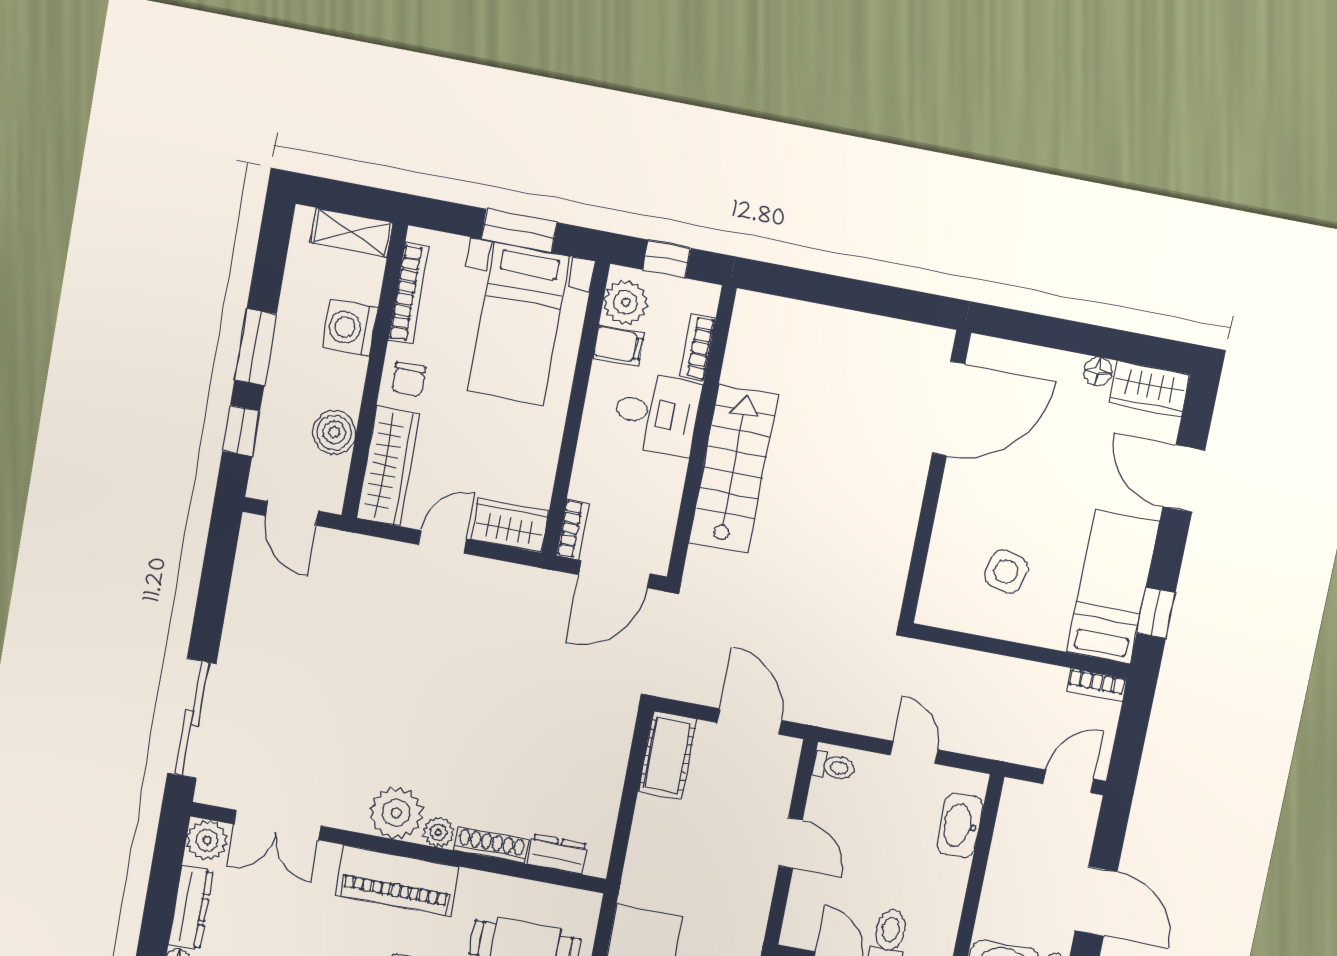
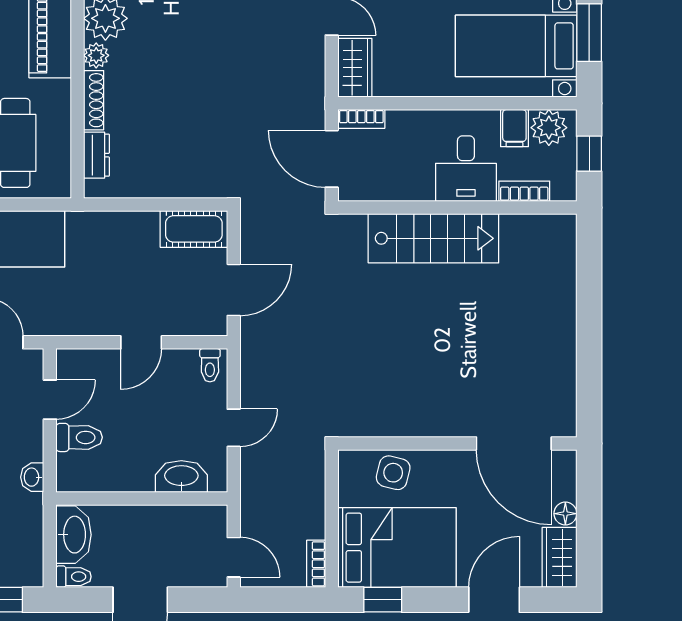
door: (949, 409) -> (514, 443), moved
wall: (935, 477) -> (457, 443), moved
bed: (1113, 587) -> (397, 548), width x1.50

